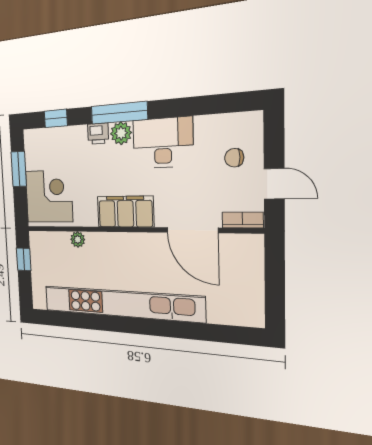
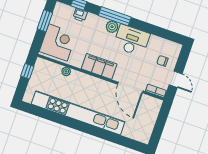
printer: (98, 134) -> (80, 15), moved

